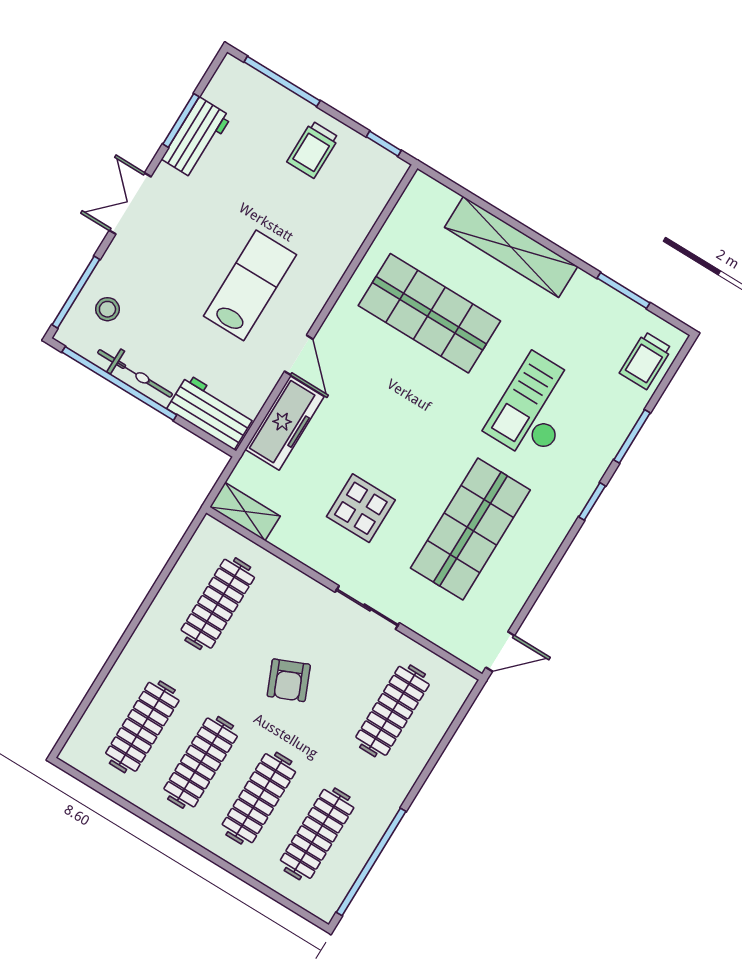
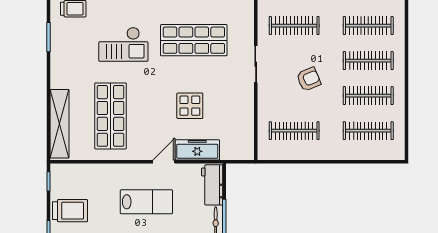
trolley: (313, 150) -> (70, 211), width x1.36, depth x1.39
shelving: (511, 247) -> (60, 124), moved
lab bench: (250, 285) -> (146, 202), turned 180
display table: (361, 508) -> (190, 106), moved
shelving: (245, 512) -> (247, 143), removed

